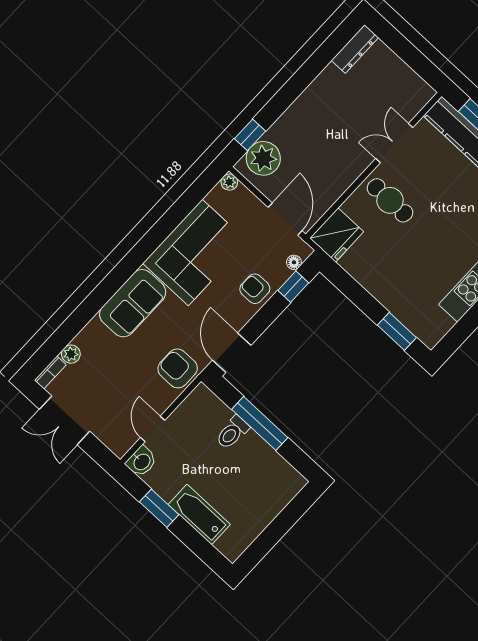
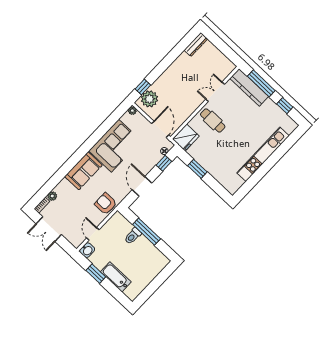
armchair: (255, 289) -> (145, 164), removed
window: (397, 331) -> (197, 169), moved
door: (232, 353) -> (142, 186), moved

